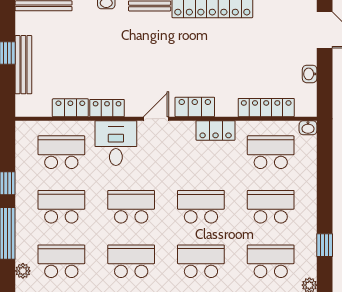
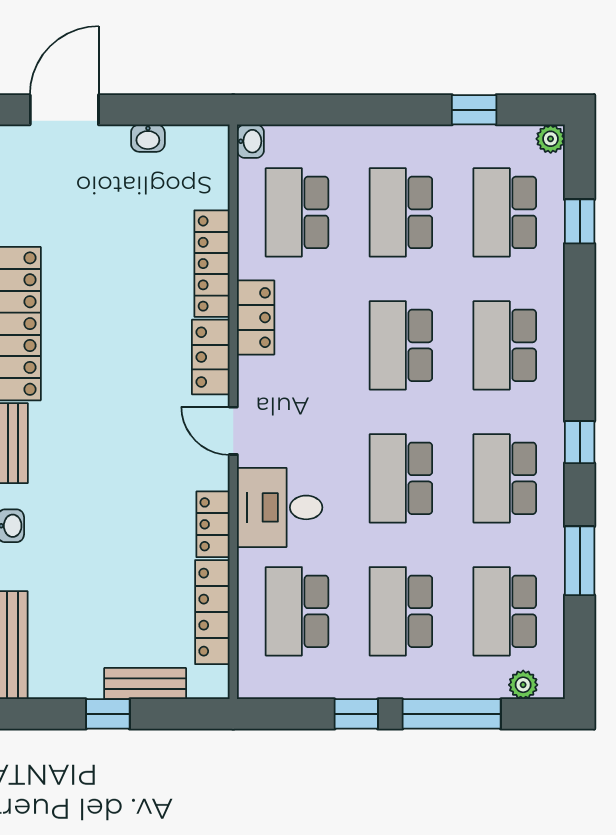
bench: (23, 65) -> (145, 684), width x0.73
locker: (70, 108) -> (212, 612), width x1.53
locker: (266, 108) -> (212, 264), moved

